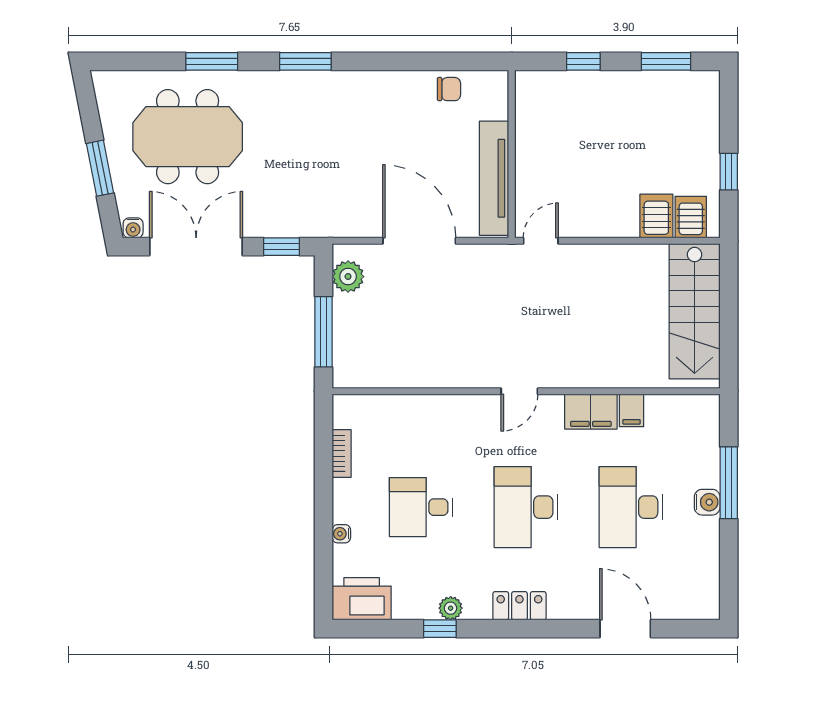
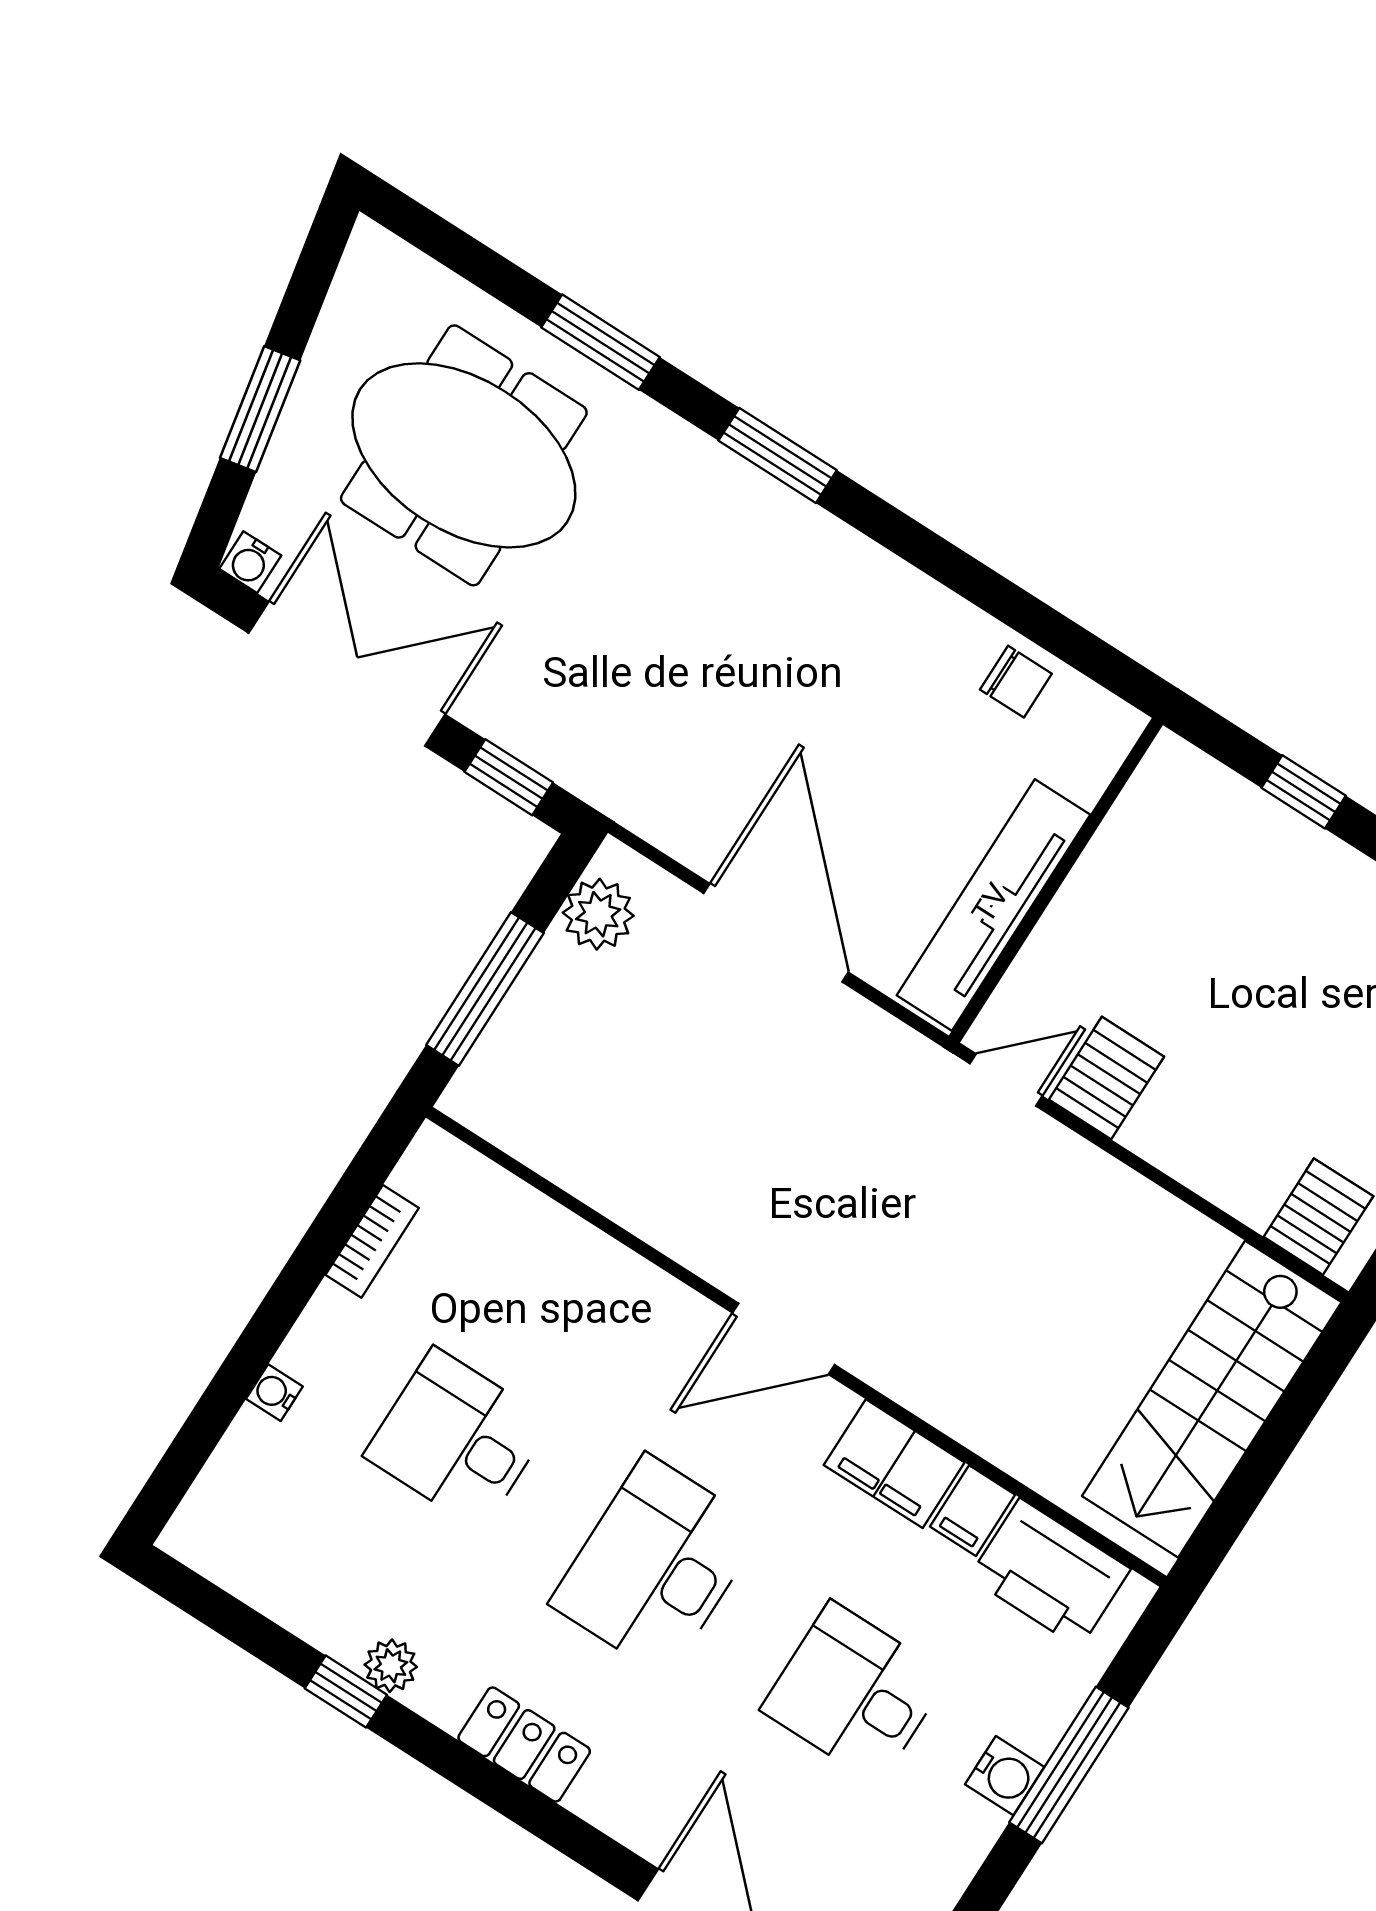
server rack: (656, 216) -> (1106, 1078), moved
door: (519, 391) -> (784, 1339), width x1.37
desk: (631, 507) -> (855, 1693), width x0.73
printer: (362, 599) -> (1050, 1573), moved, turned 180

